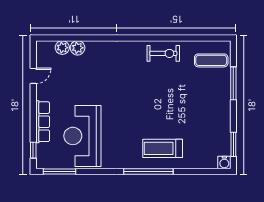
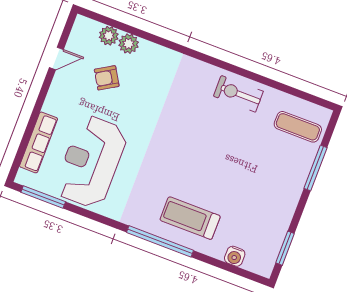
exercise bike: (163, 53) -> (238, 94), turned 180
armchair: (72, 76) -> (107, 78), added
row of seats: (43, 122) -> (39, 142), moved
window: (33, 150) -> (19, 156), removed
water cooler: (224, 162) -> (235, 256), moved

